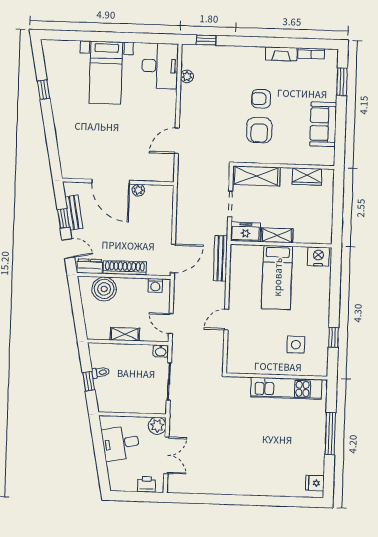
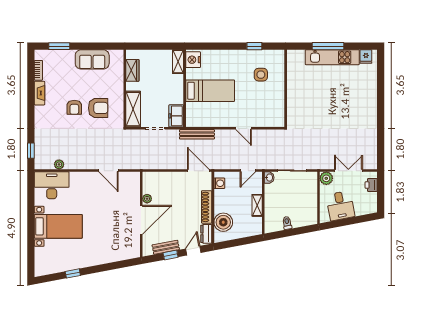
shelving: (277, 235) -> (178, 62), moved
window: (89, 381) -> (294, 232), removed
kitchen unit: (286, 388) -> (332, 57), moved, turned 90

